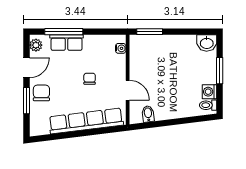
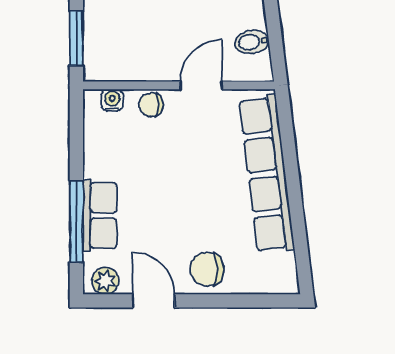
chair: (90, 79) -> (151, 105), moved
window: (26, 101) -> (223, 301), removed

